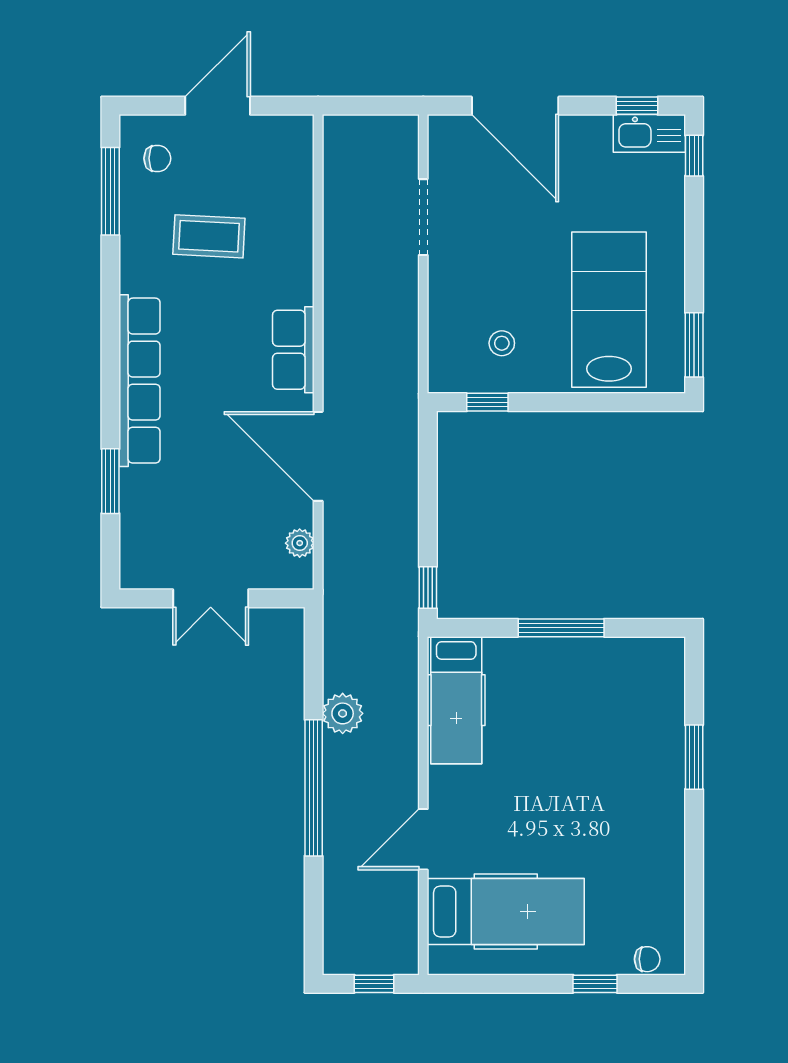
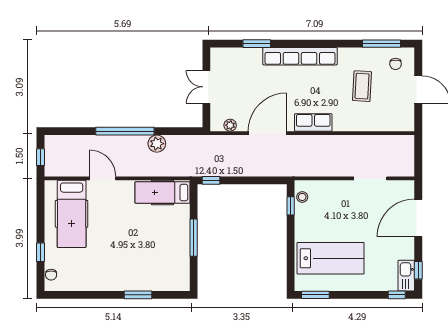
stool: (502, 343) -> (302, 197), moved

